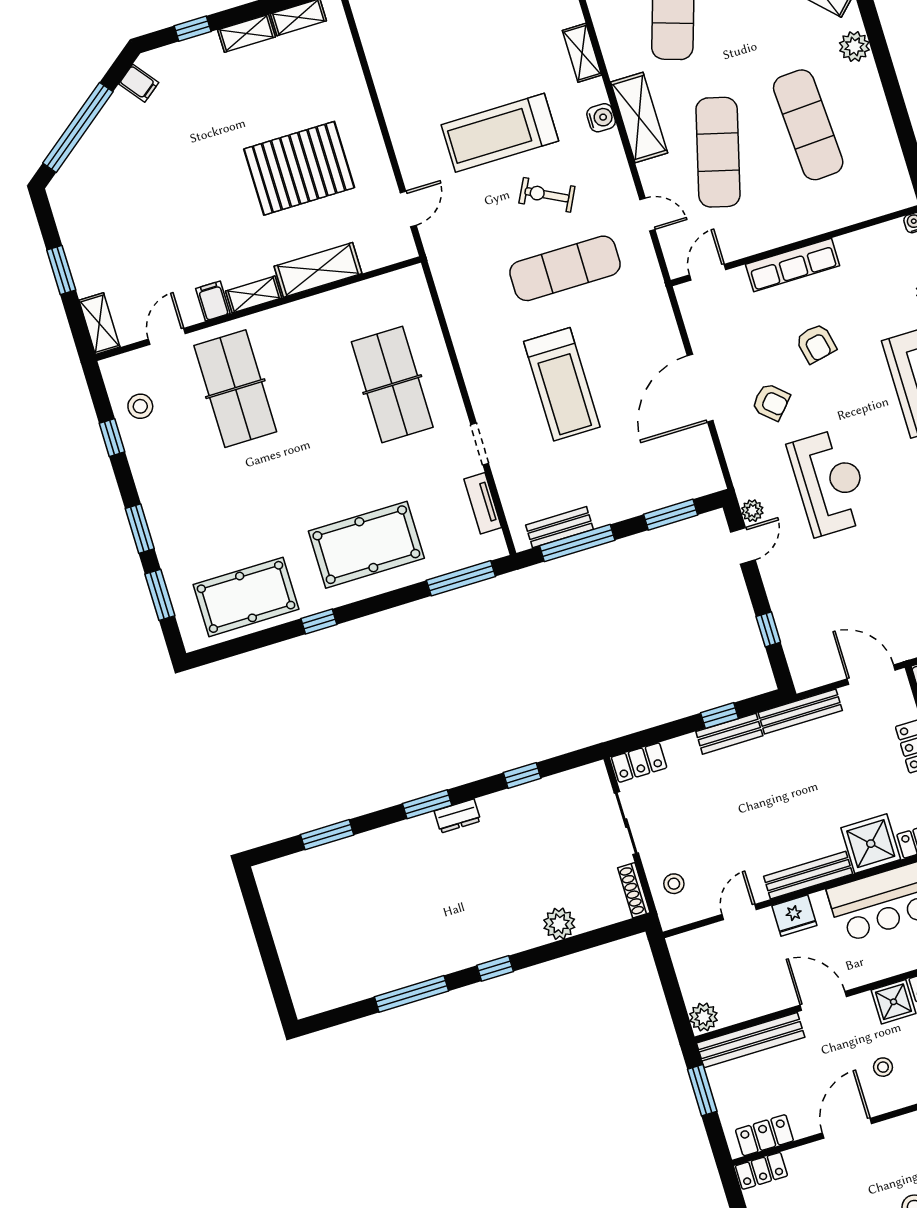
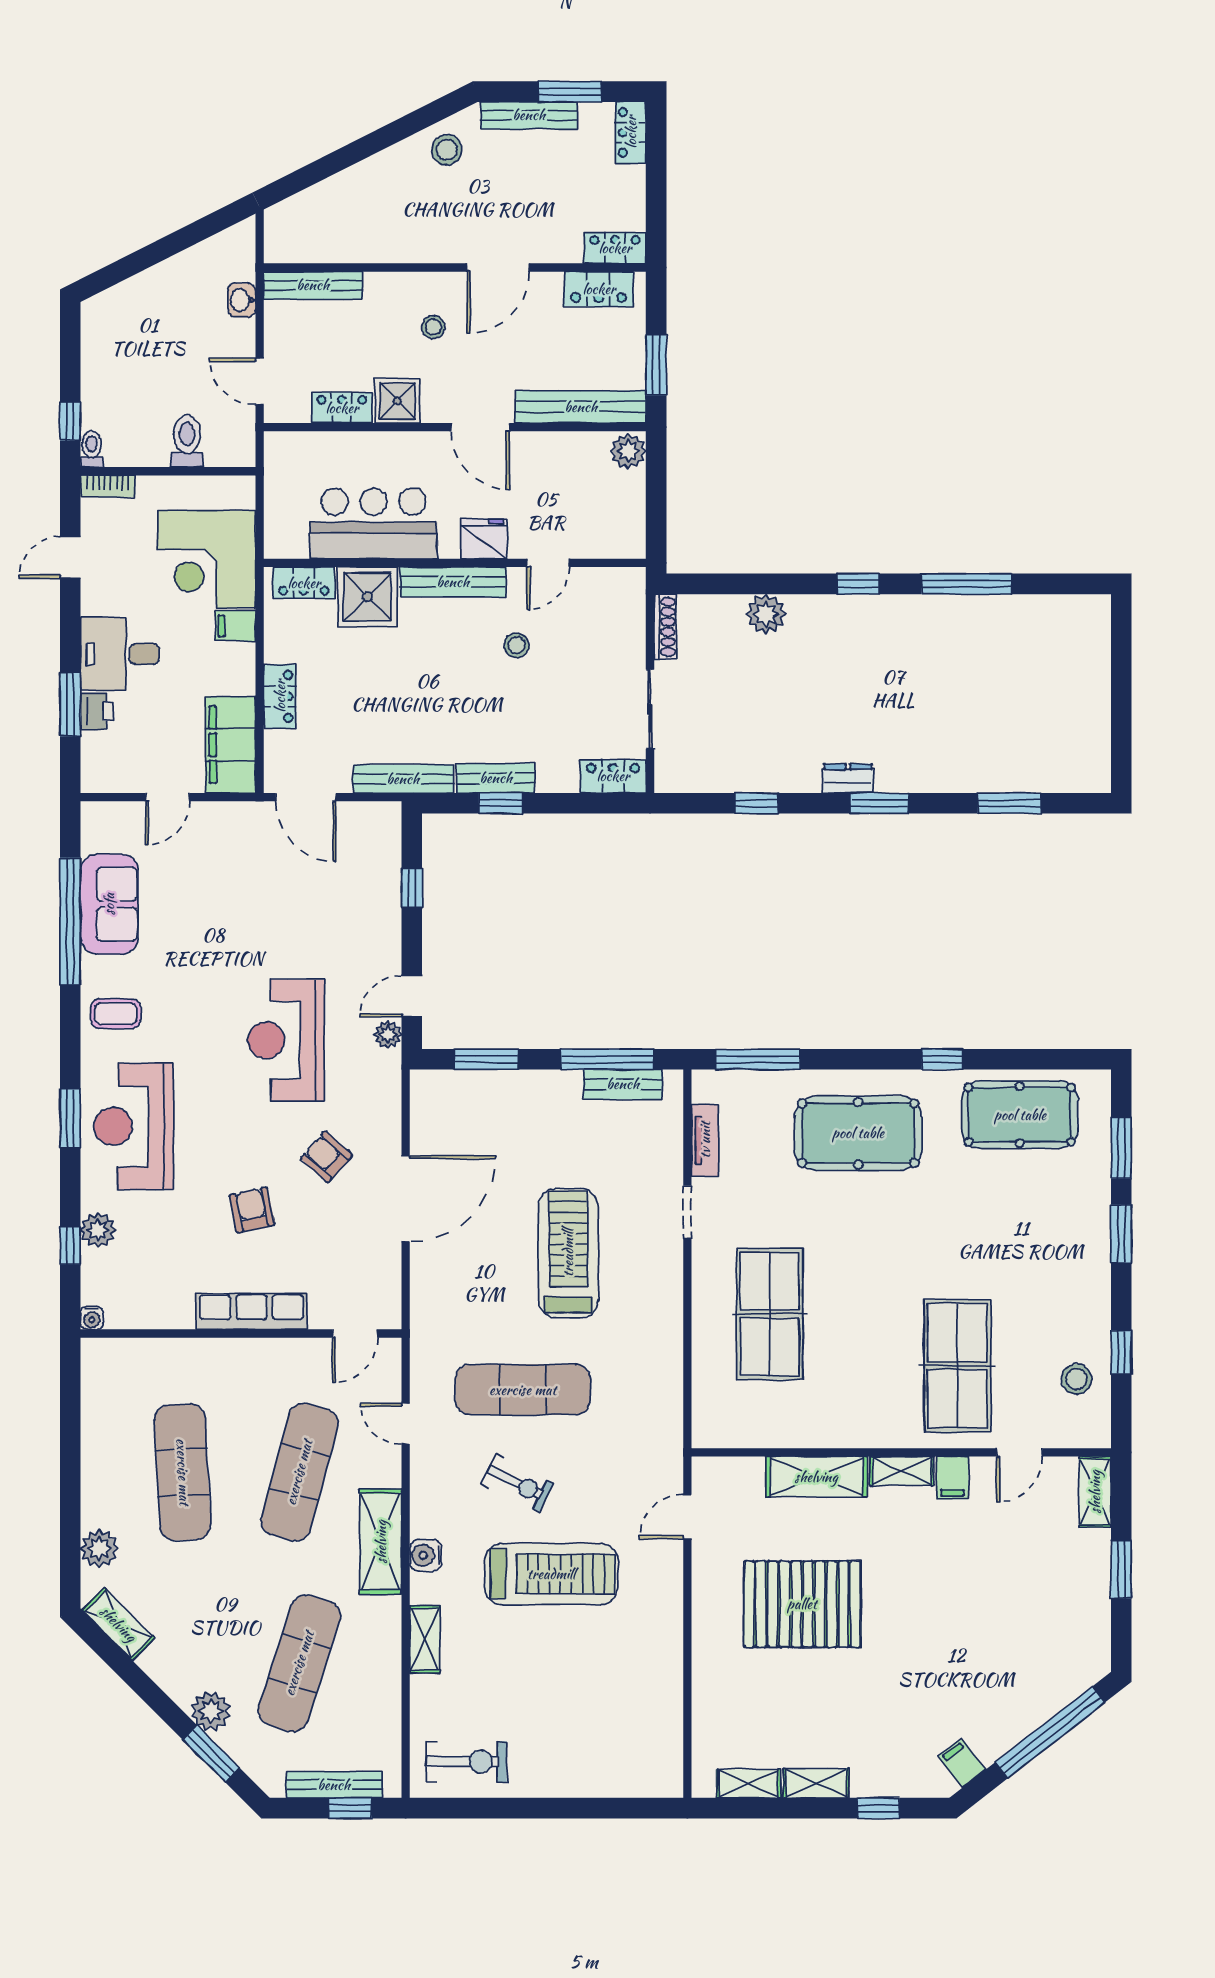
stool: (674, 884) -> (517, 645), moved

